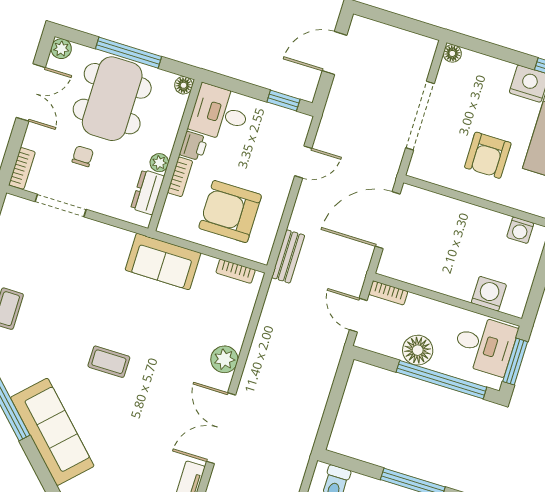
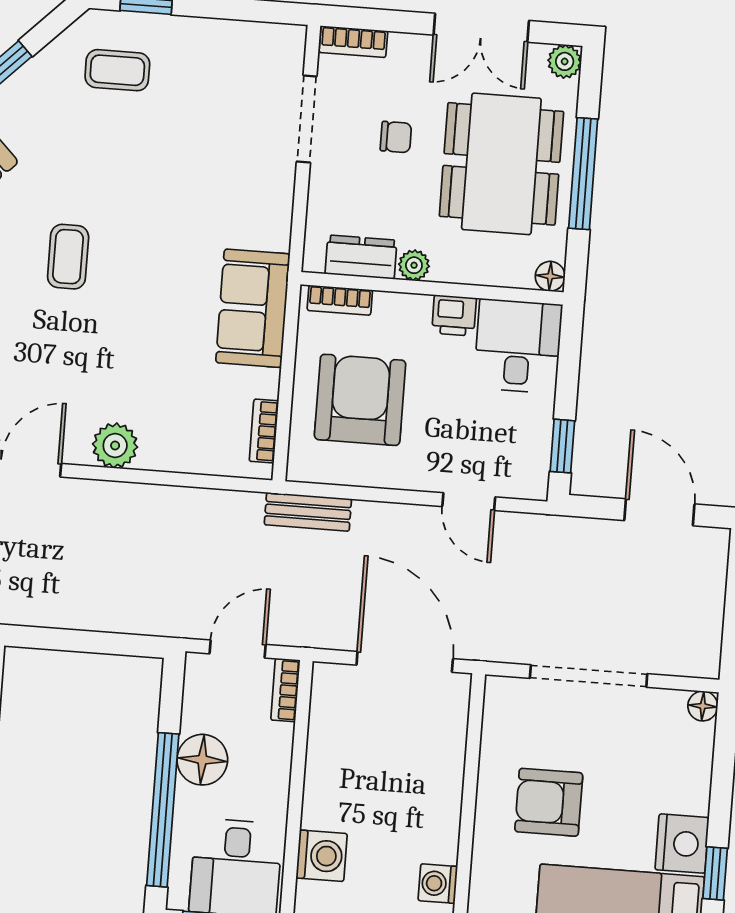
dining table: (112, 99) -> (501, 164), turned 90
bookcase: (180, 177) -> (340, 300), moved

